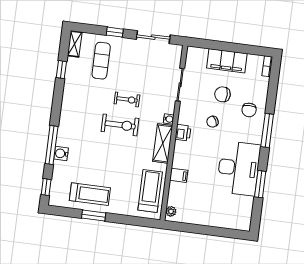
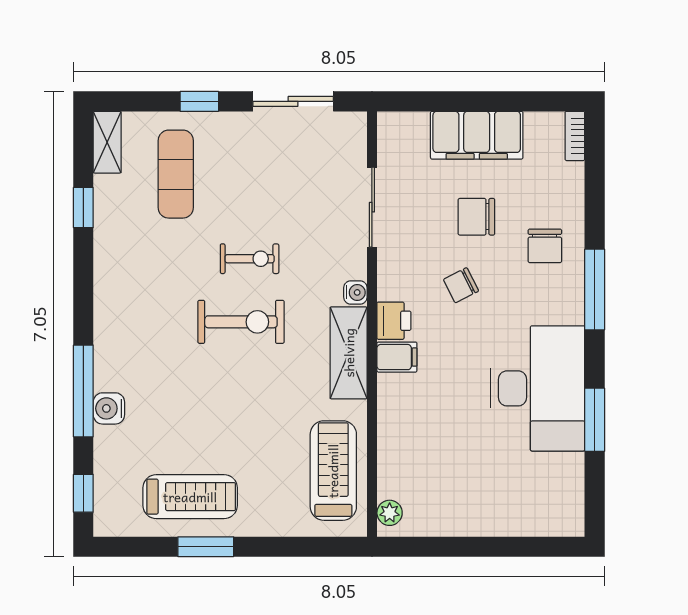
filing cabinet: (179, 175) -> (397, 357), moved

